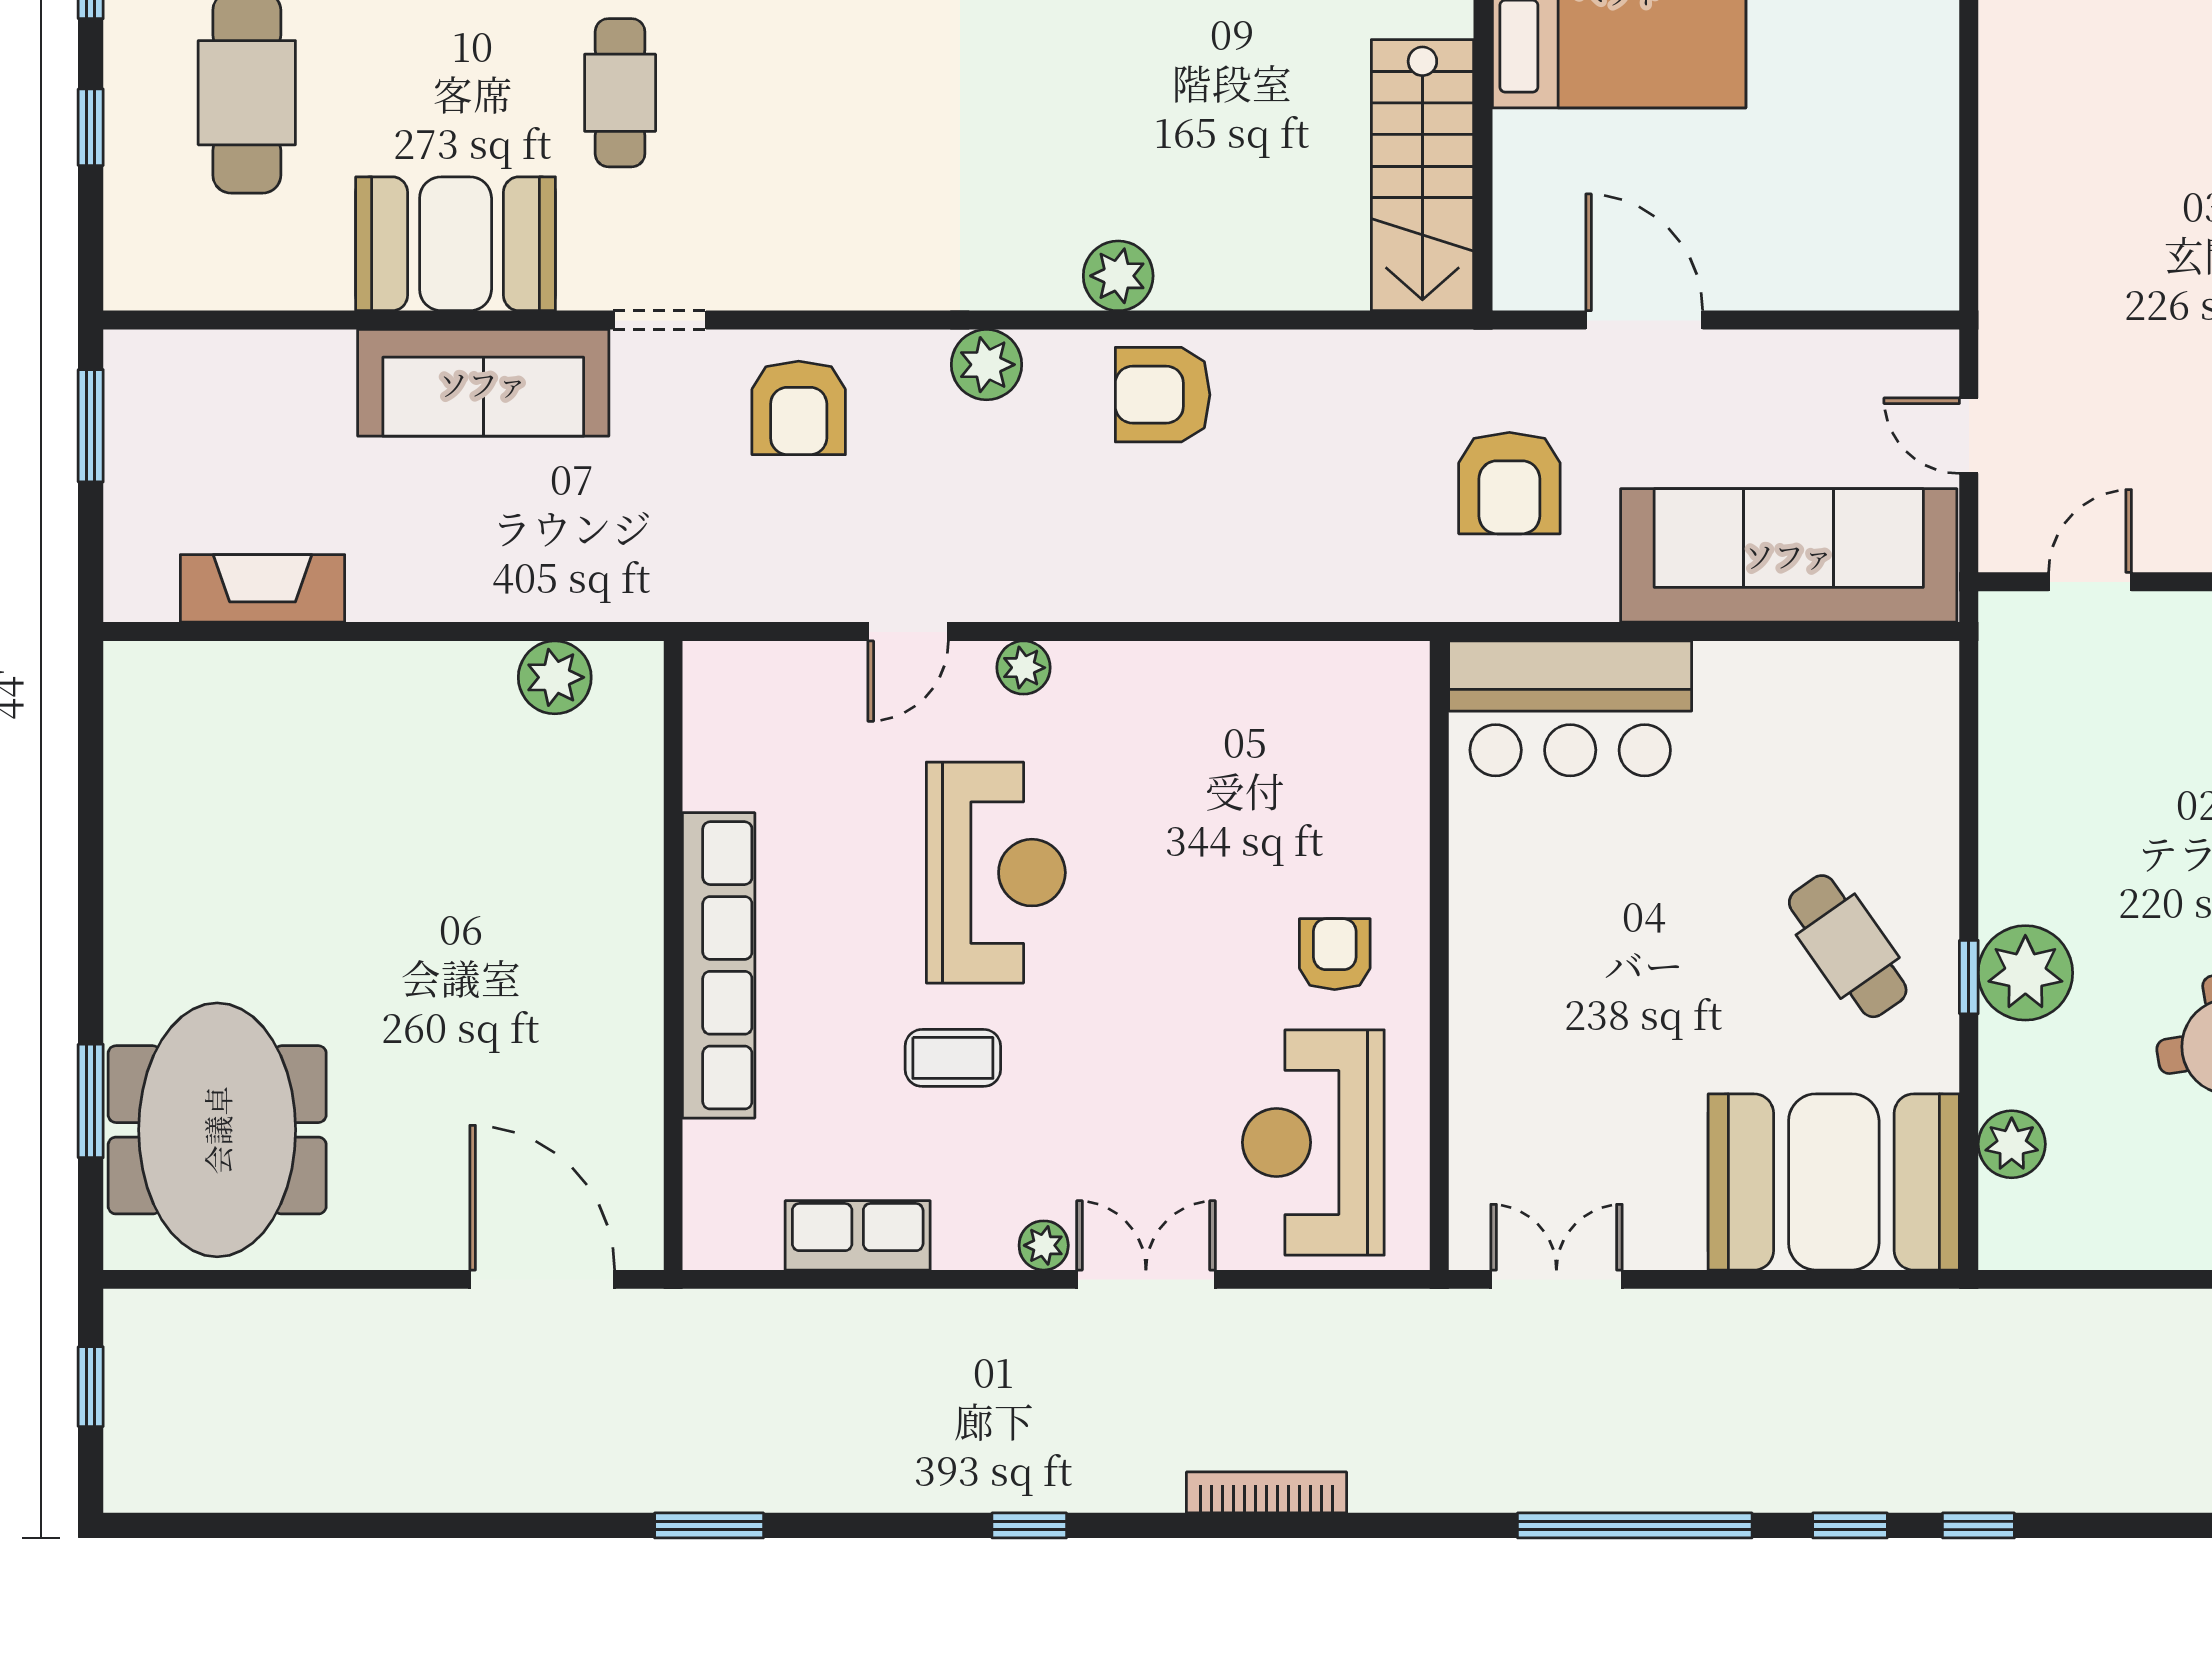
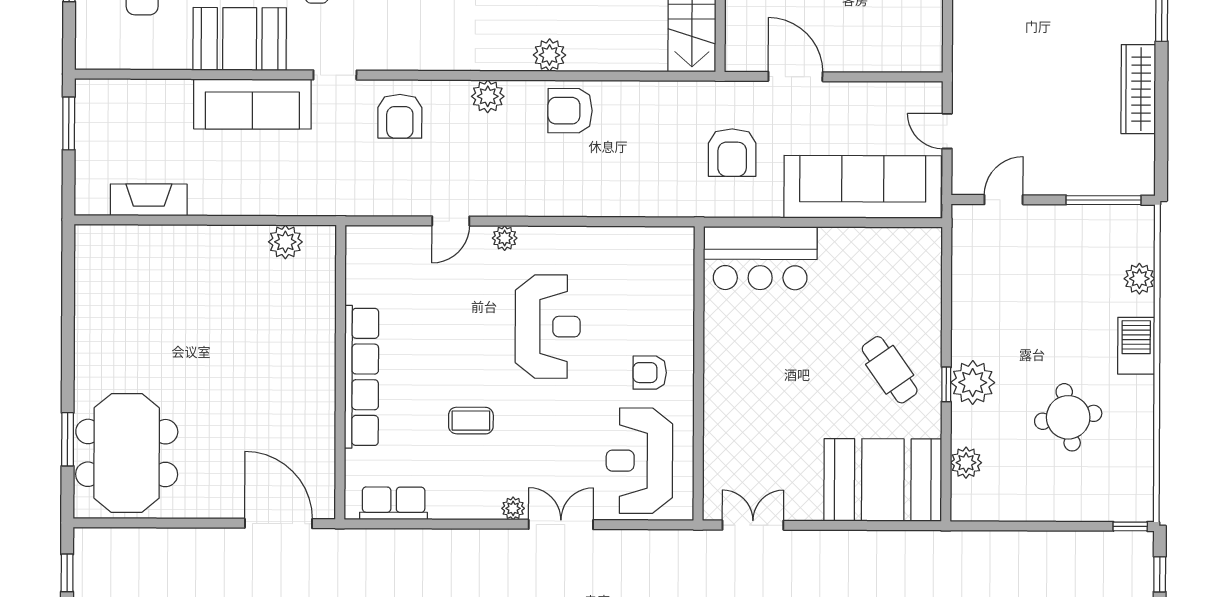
reception desk: (996, 873) -> (548, 327), moved
armchair: (1335, 954) -> (650, 373), turned -90
row of seats: (858, 1235) -> (394, 503), moved

